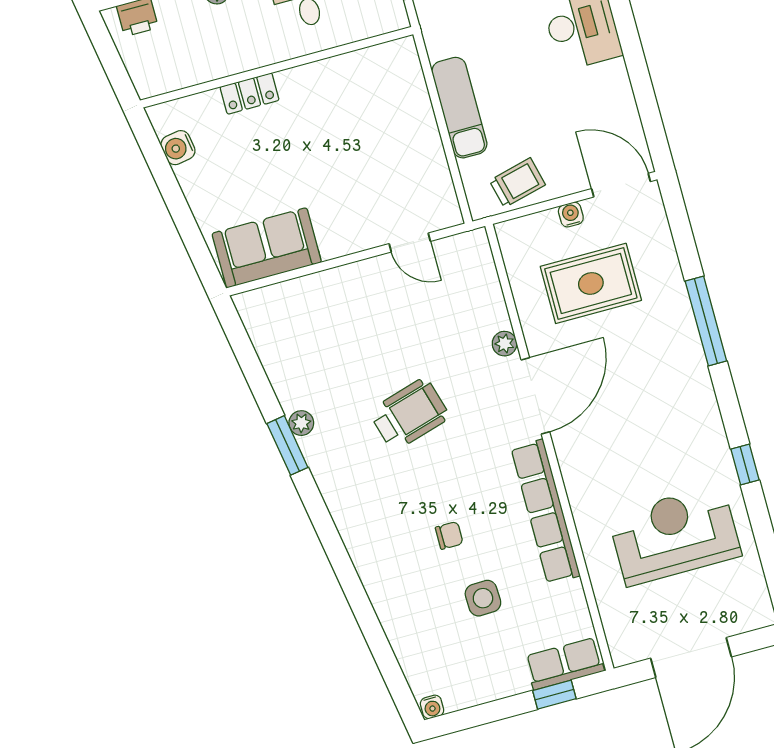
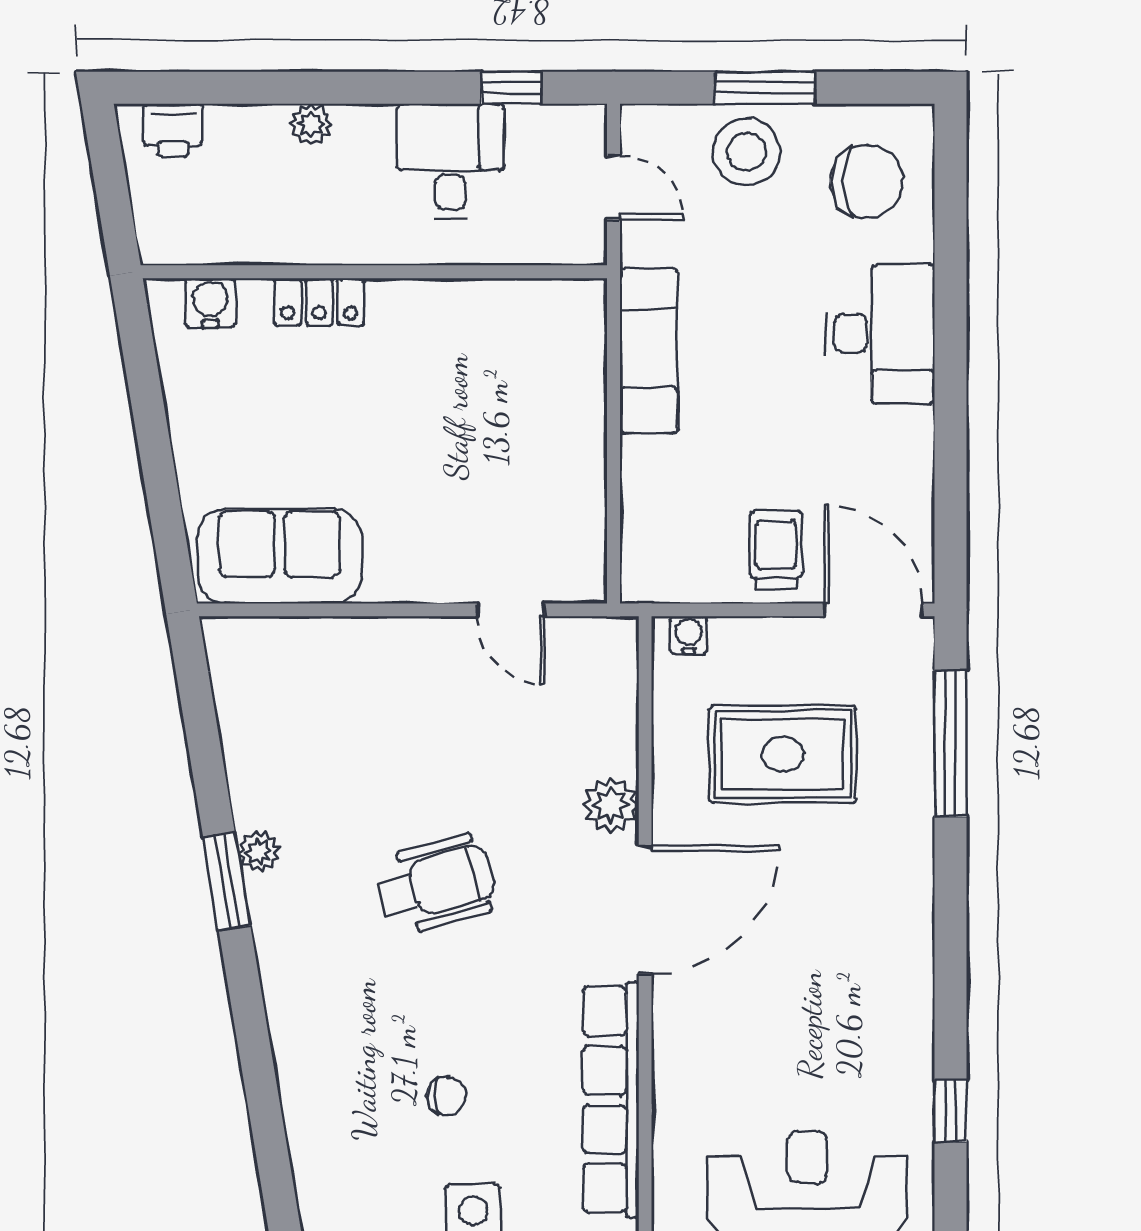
exam couch: (459, 108) -> (649, 351), moved
water cooler: (178, 148) -> (210, 303), moved, turned 99
trolley: (517, 183) -> (776, 550), moved, turned -76
water cooler: (571, 215) -> (689, 635), moved
window: (706, 321) -> (951, 743), moved
plant: (505, 344) -> (611, 805), width x1.38, depth x1.38

